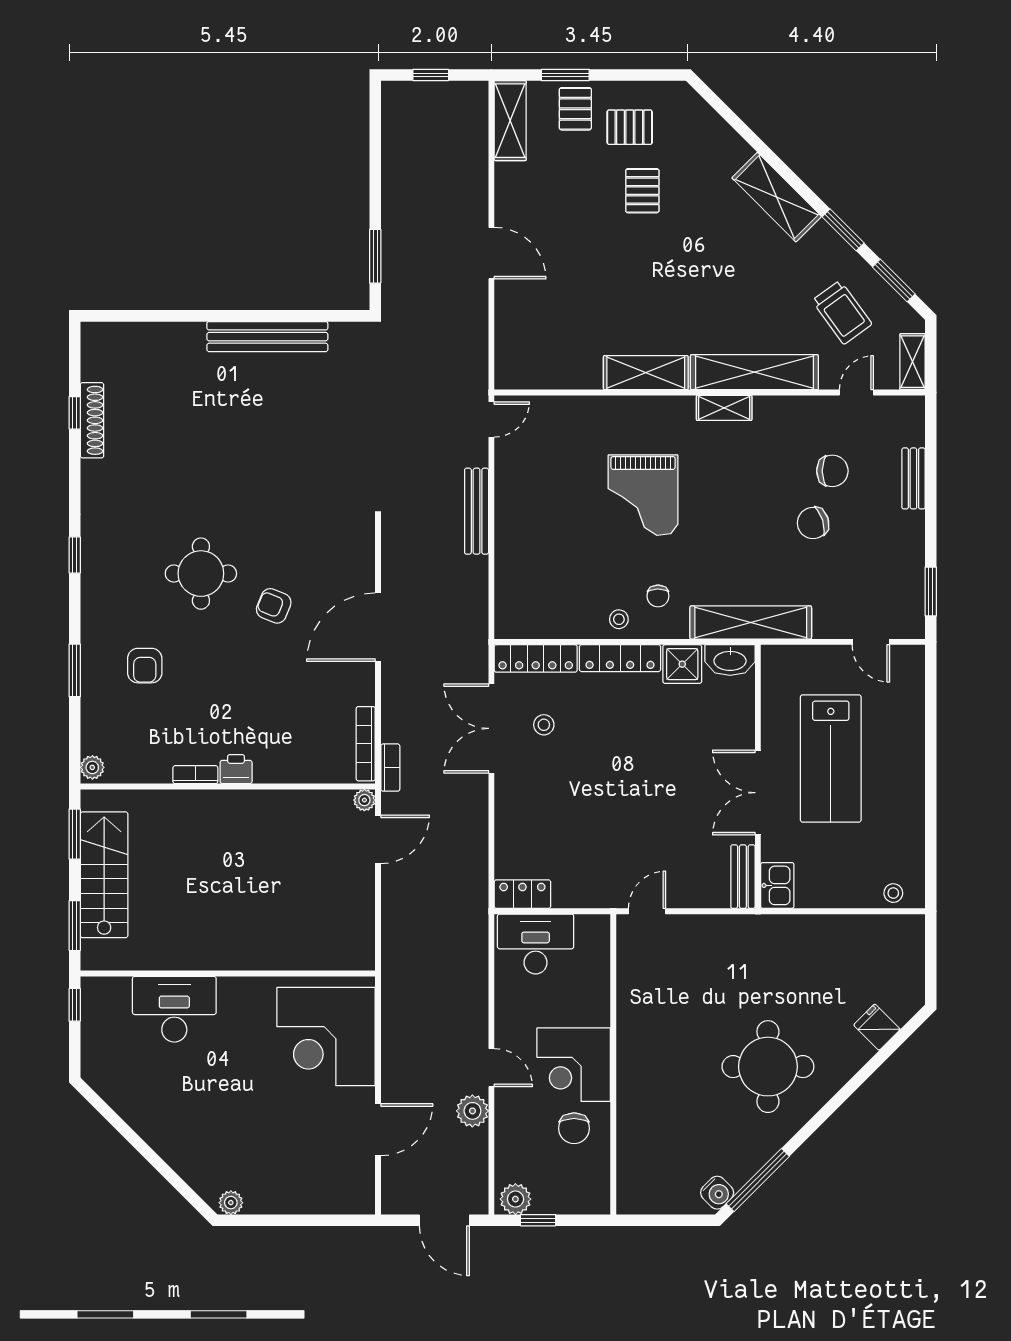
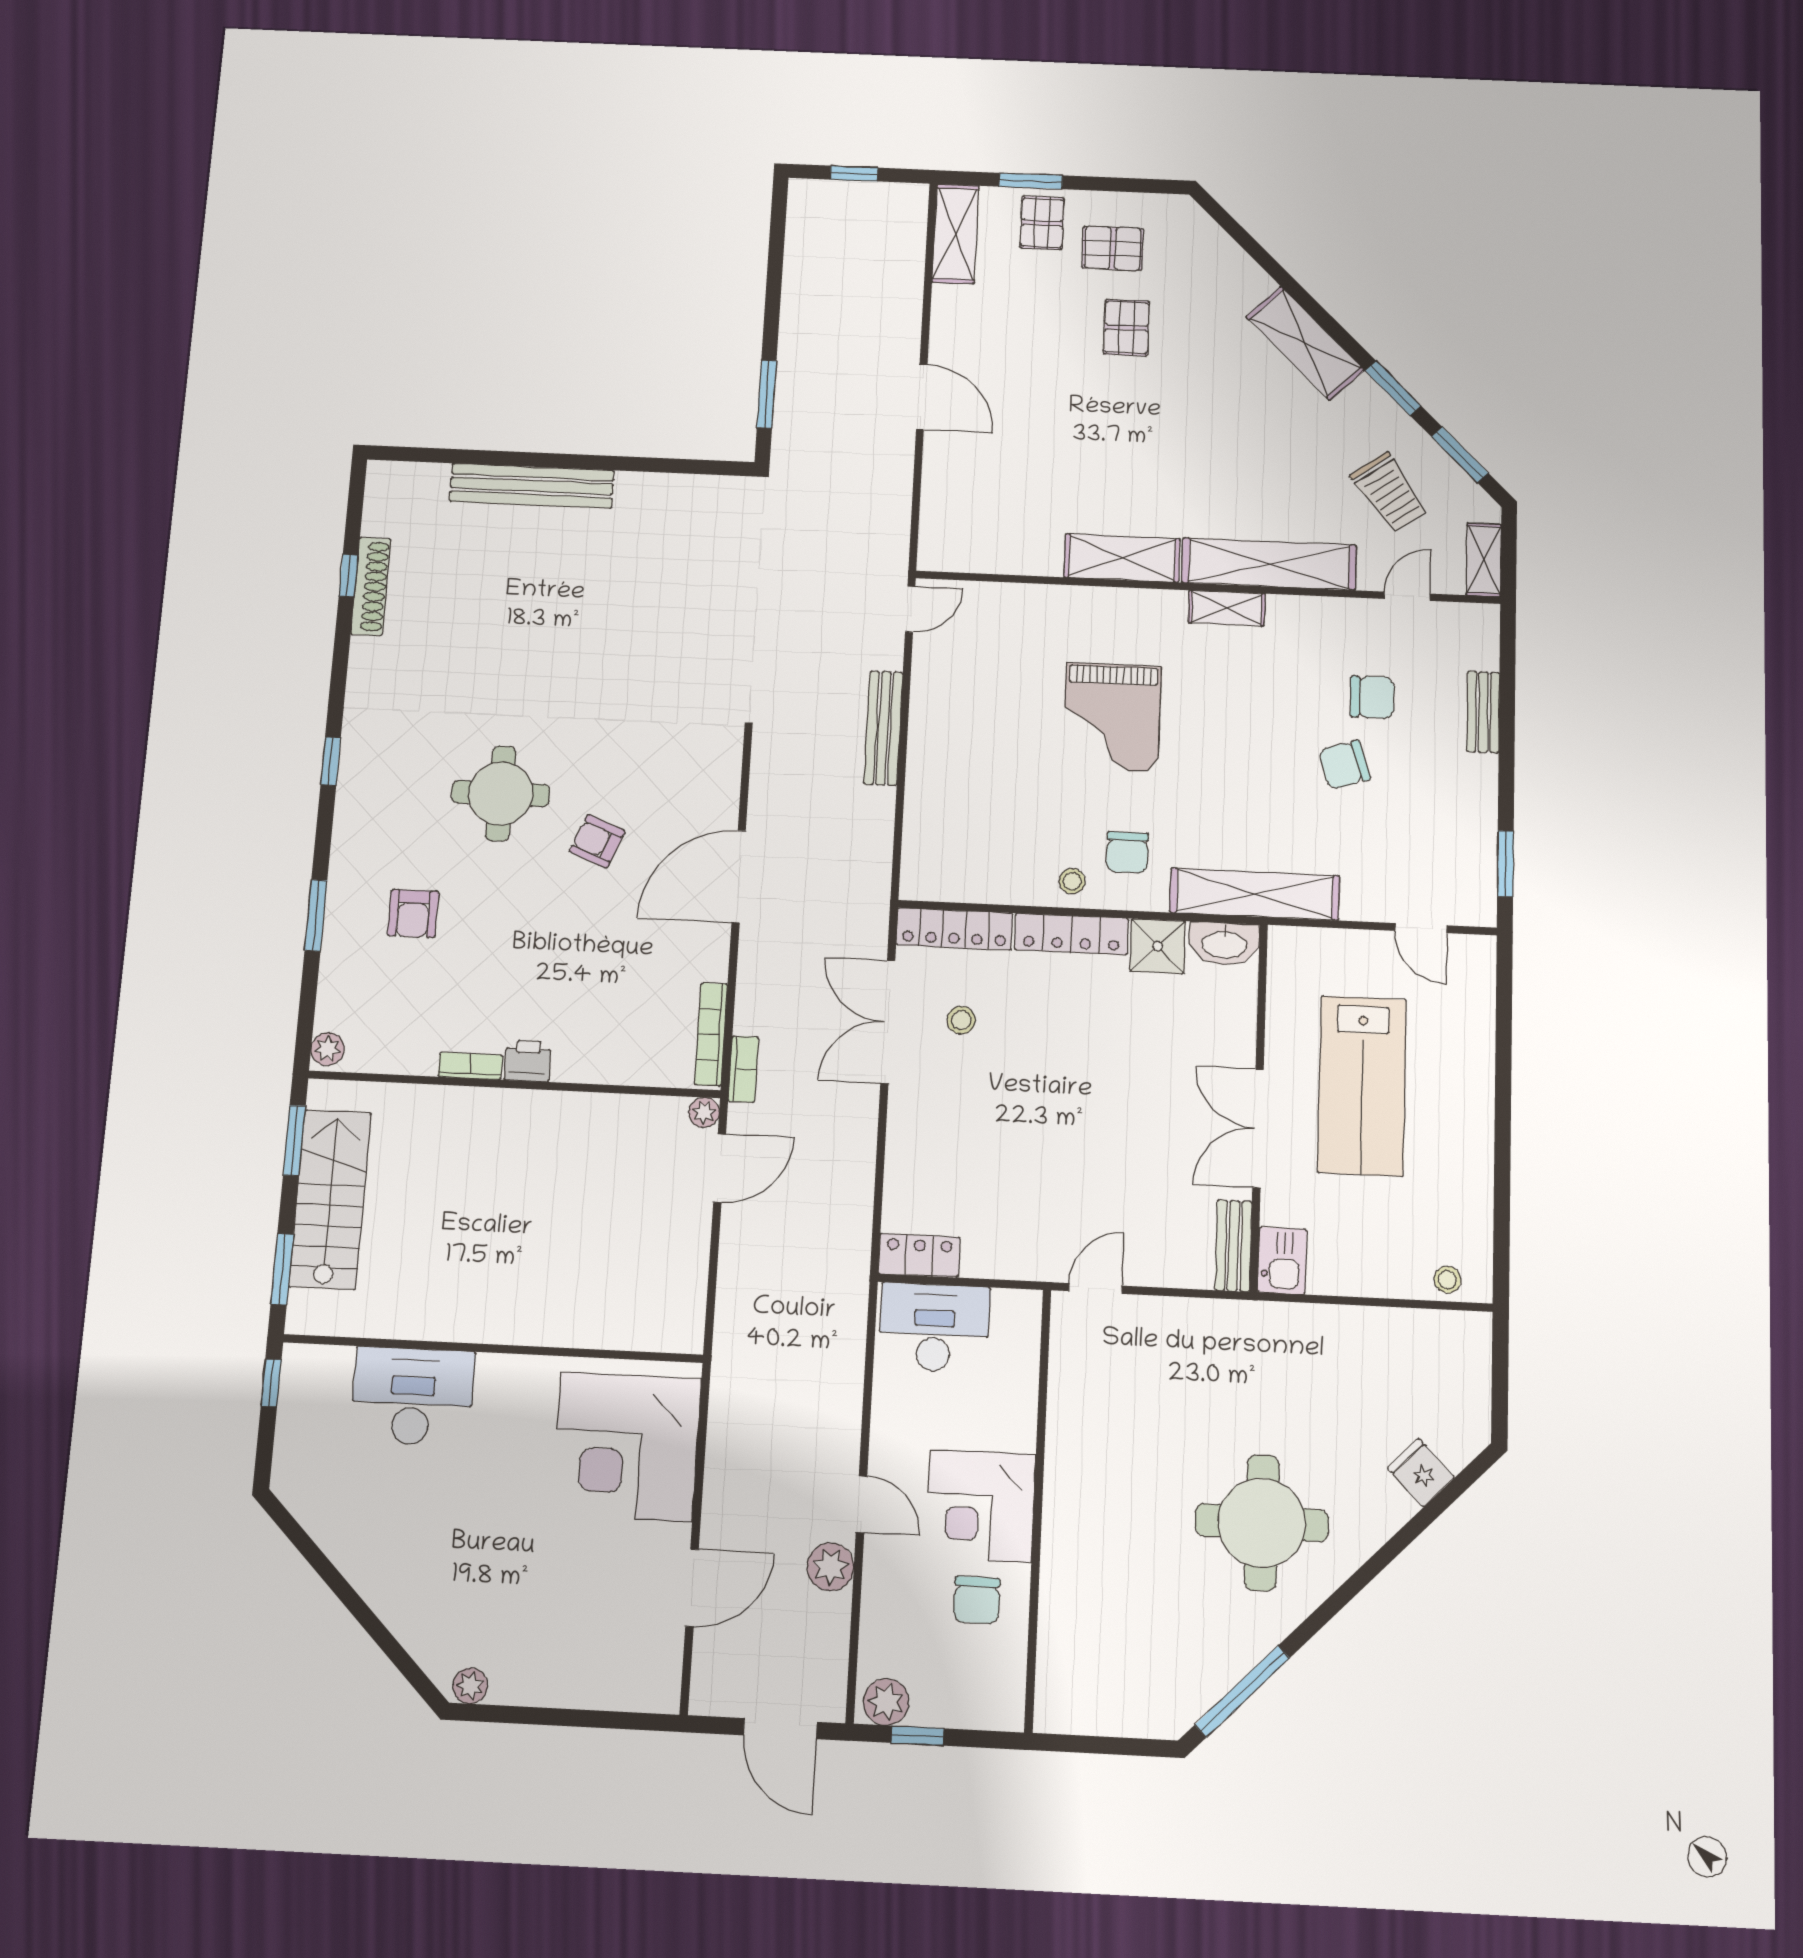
bench: (267, 337) -> (532, 486), moved
chair: (658, 596) -> (1127, 852), width x1.37, depth x1.37
water cooler: (717, 1193) -> (1182, 1707), removed

